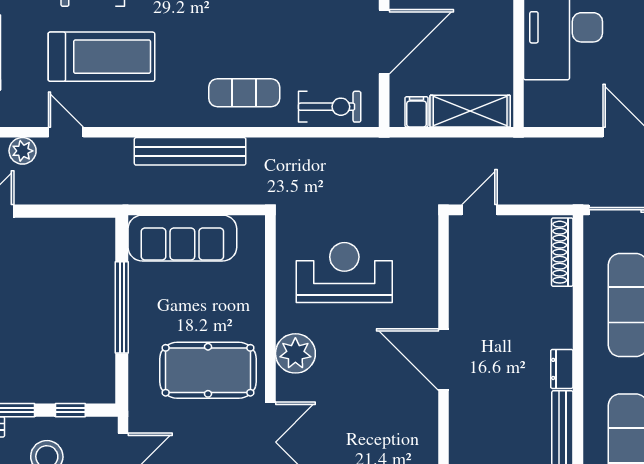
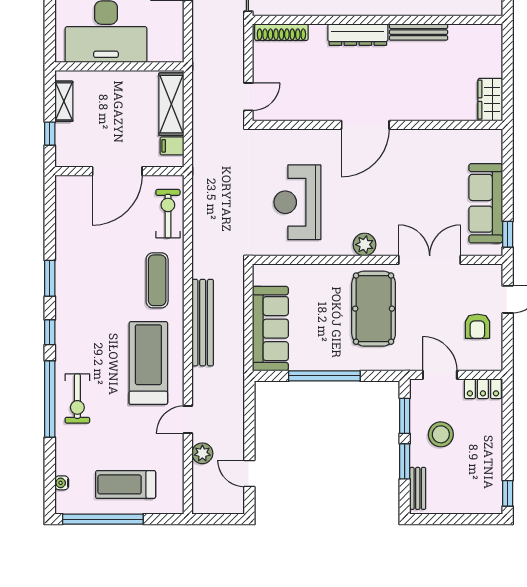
door: (384, 42) -> (117, 171), swing flipped
treadmill: (101, 57) -> (148, 363), moved
door: (480, 210) -> (248, 97), swing flipped
plant: (295, 353) -> (365, 245), width x0.73, depth x0.73
dresser: (562, 369) -> (358, 35), width x1.96, depth x1.24
window: (70, 410) -> (405, 416), width x1.50

